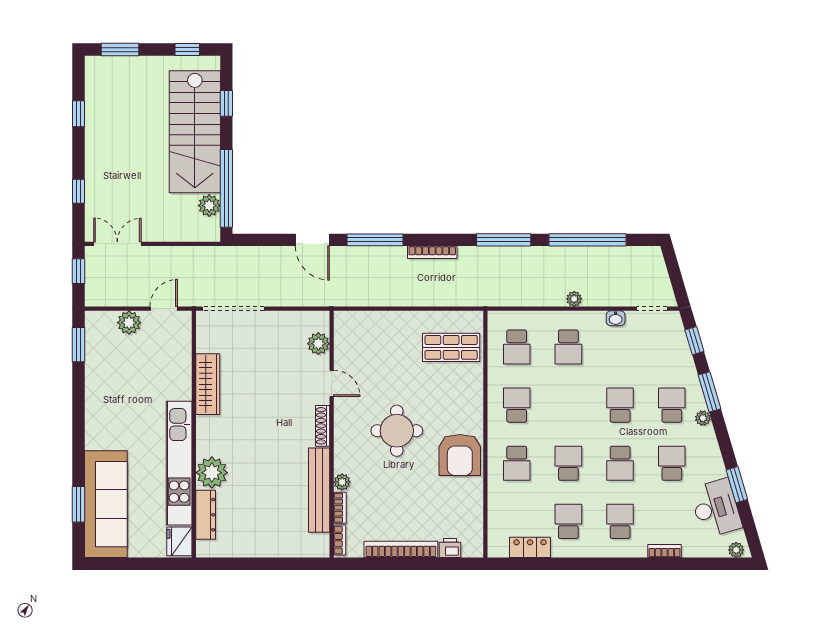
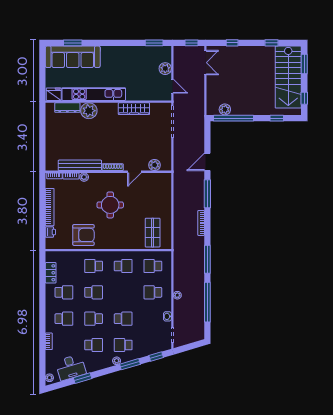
stairs: (195, 132) -> (288, 77), moved, turned -90
school desk: (672, 405) -> (123, 345), turned 180
armchair: (460, 455) -> (83, 235), moved, turned 180

